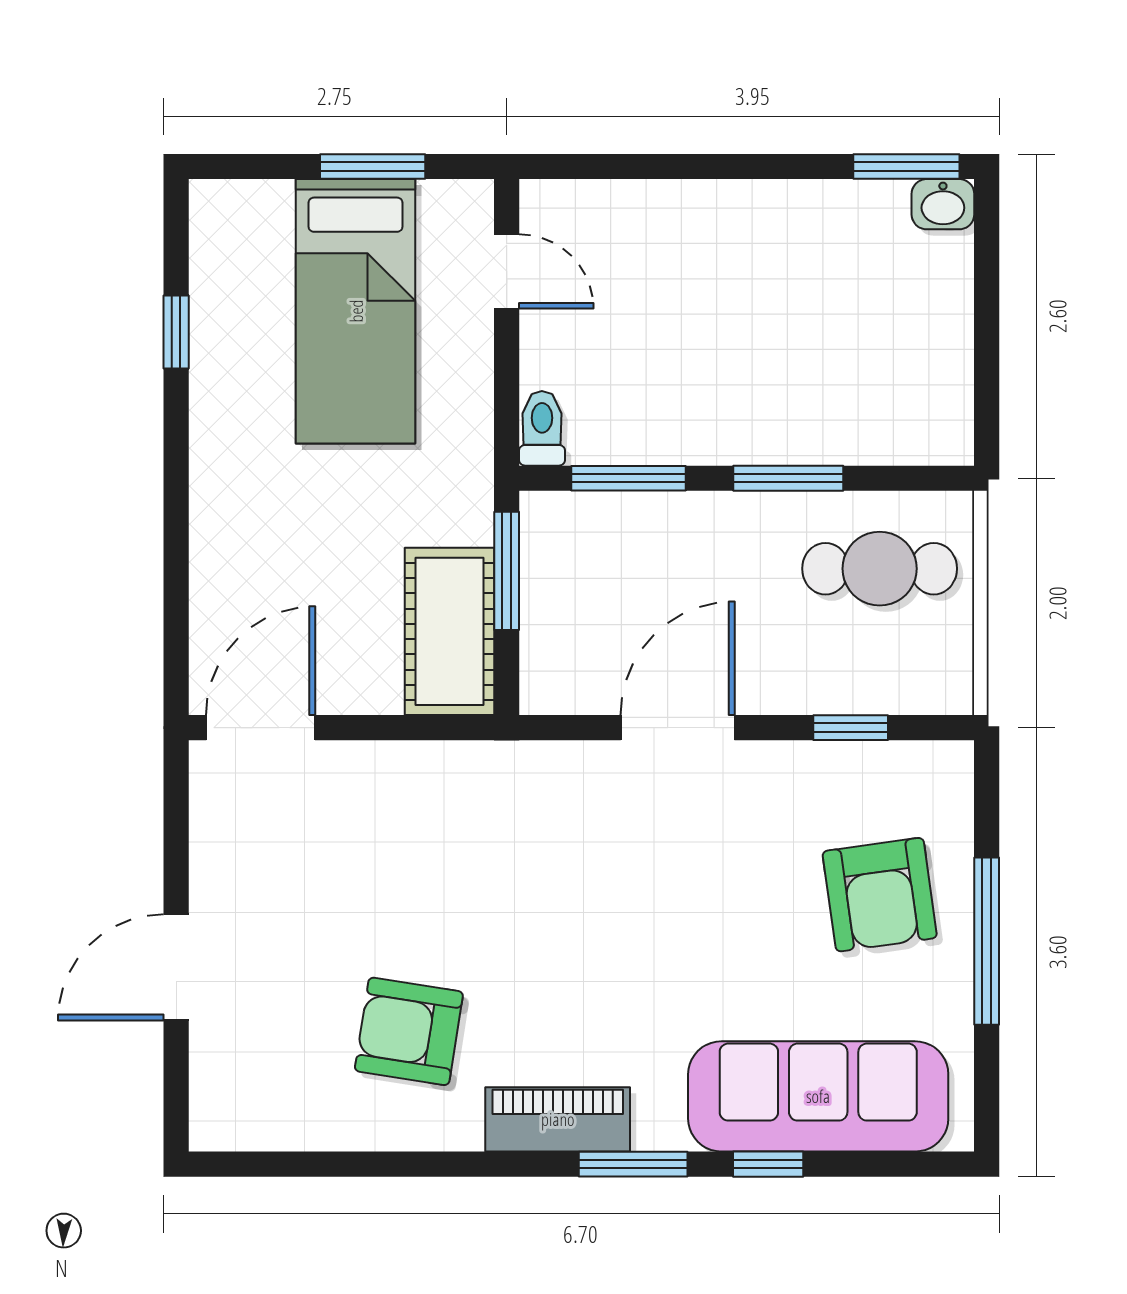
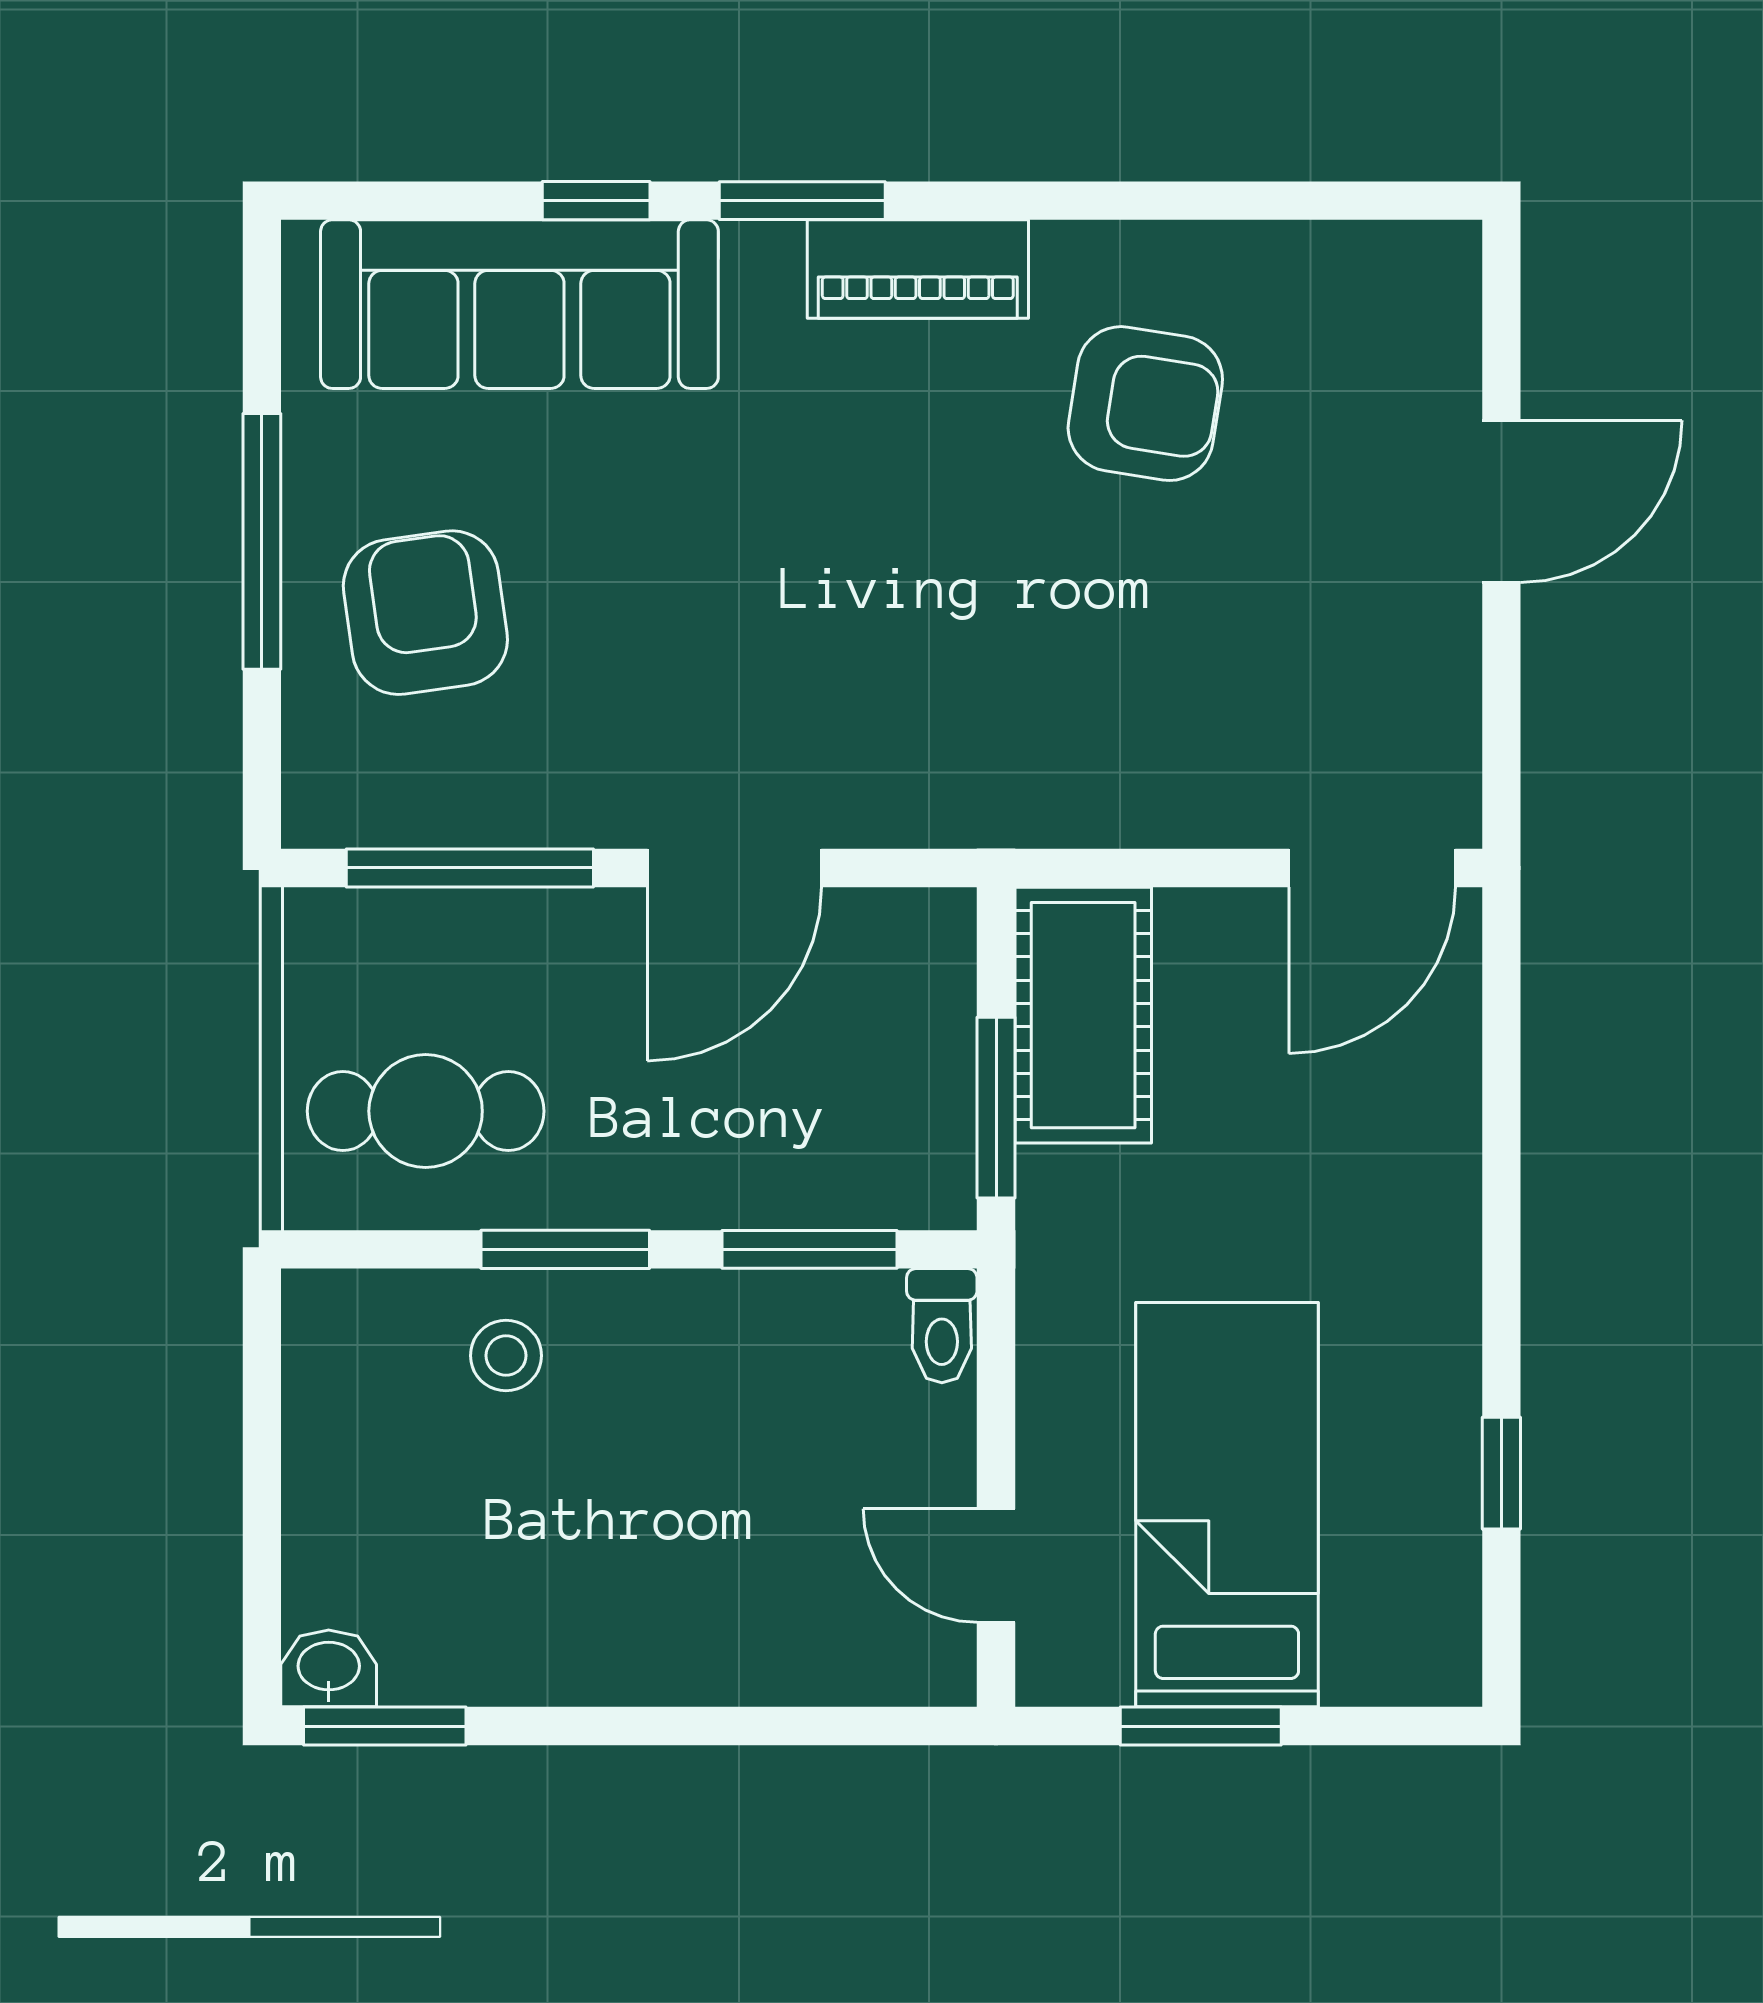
stool: (827, 409) -> (506, 1356), added
window: (851, 728) -> (470, 868), width x2.17

